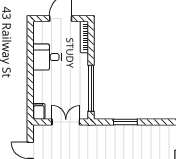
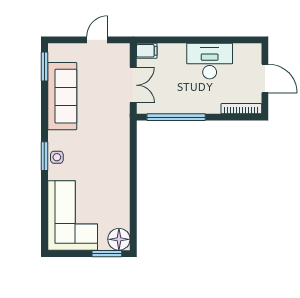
desk: (47, 57) -> (210, 61), width x1.37
window: (125, 122) -> (133, 161), removed

